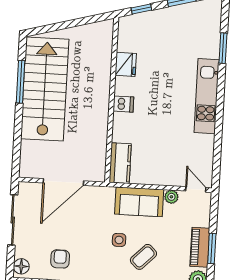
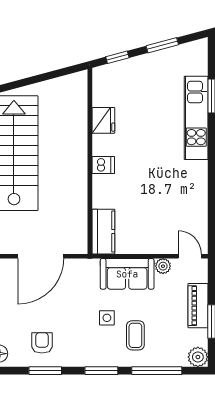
kitchen unit: (207, 96) -> (196, 118), moved
piano: (200, 247) -> (198, 306), moved
coffee table: (143, 257) -> (135, 335), turned -45

